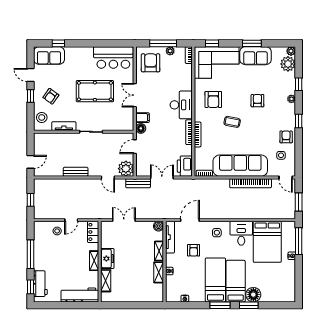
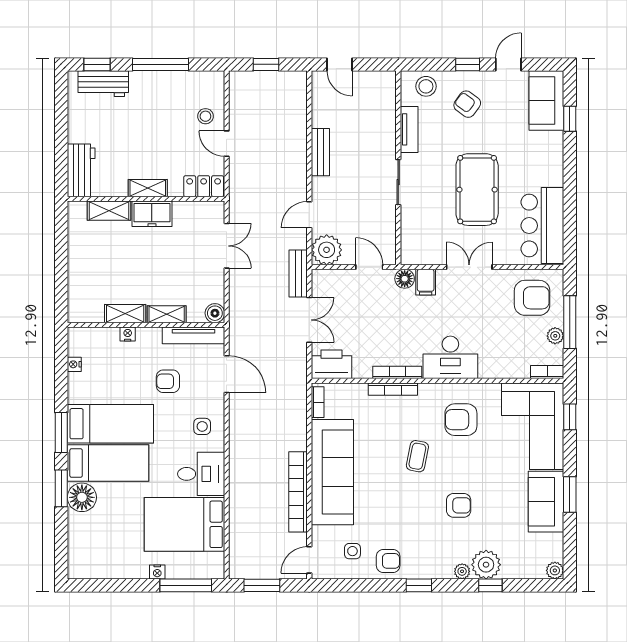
plant: (288, 64) -> (486, 565), moved
workbench: (80, 295) -> (81, 170), width x0.73

